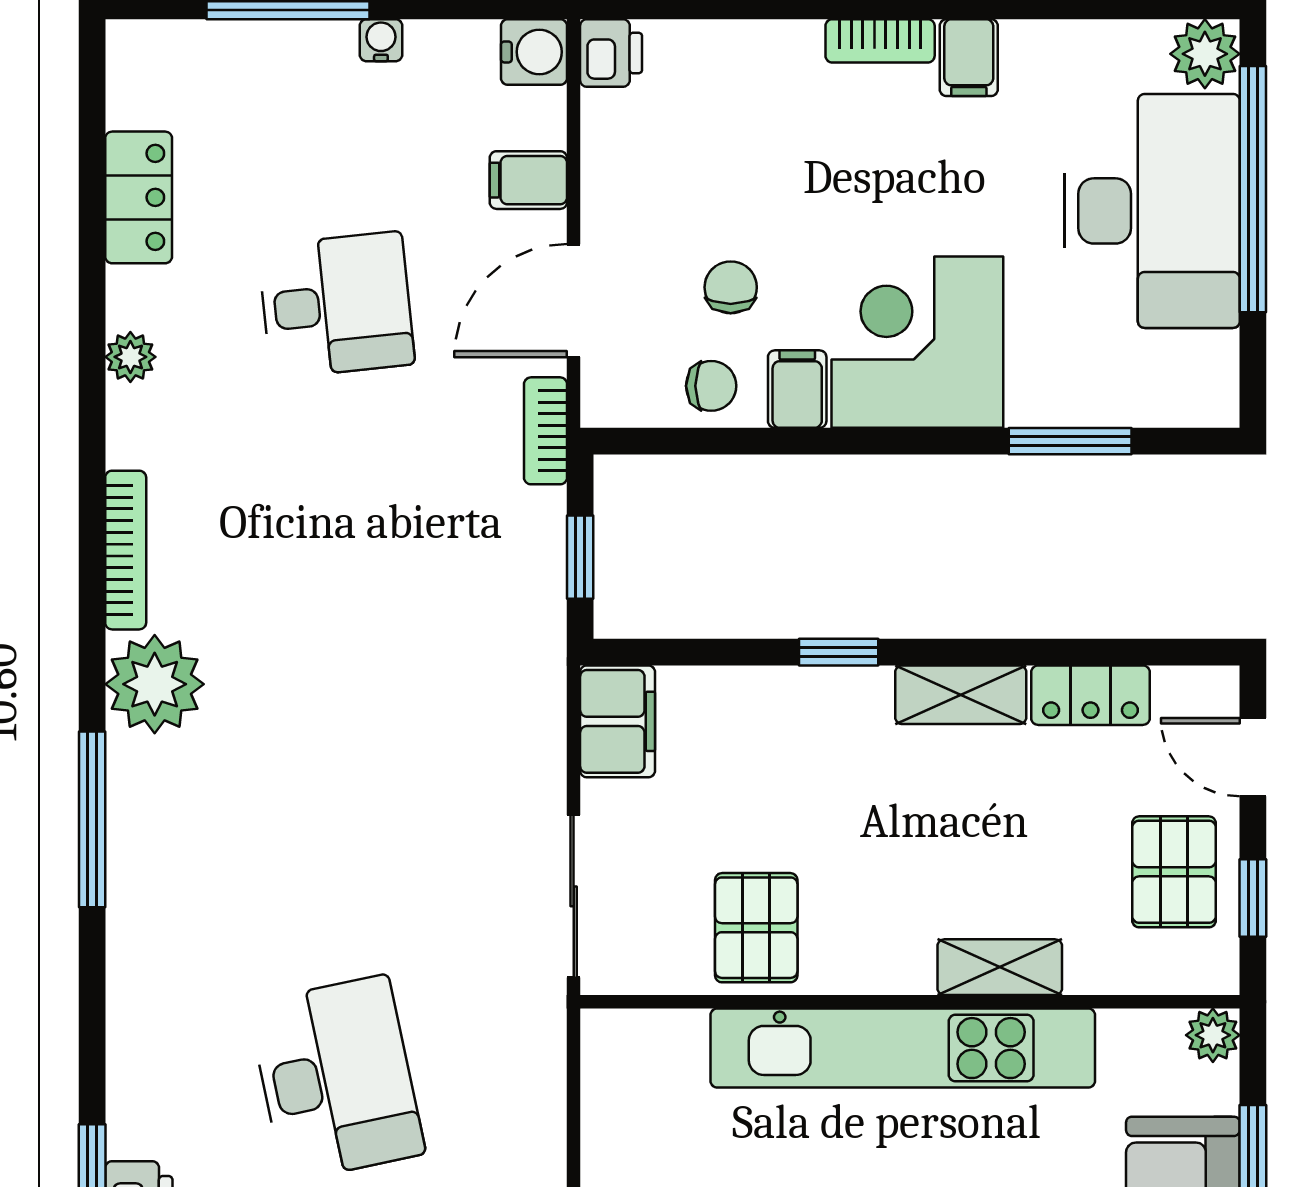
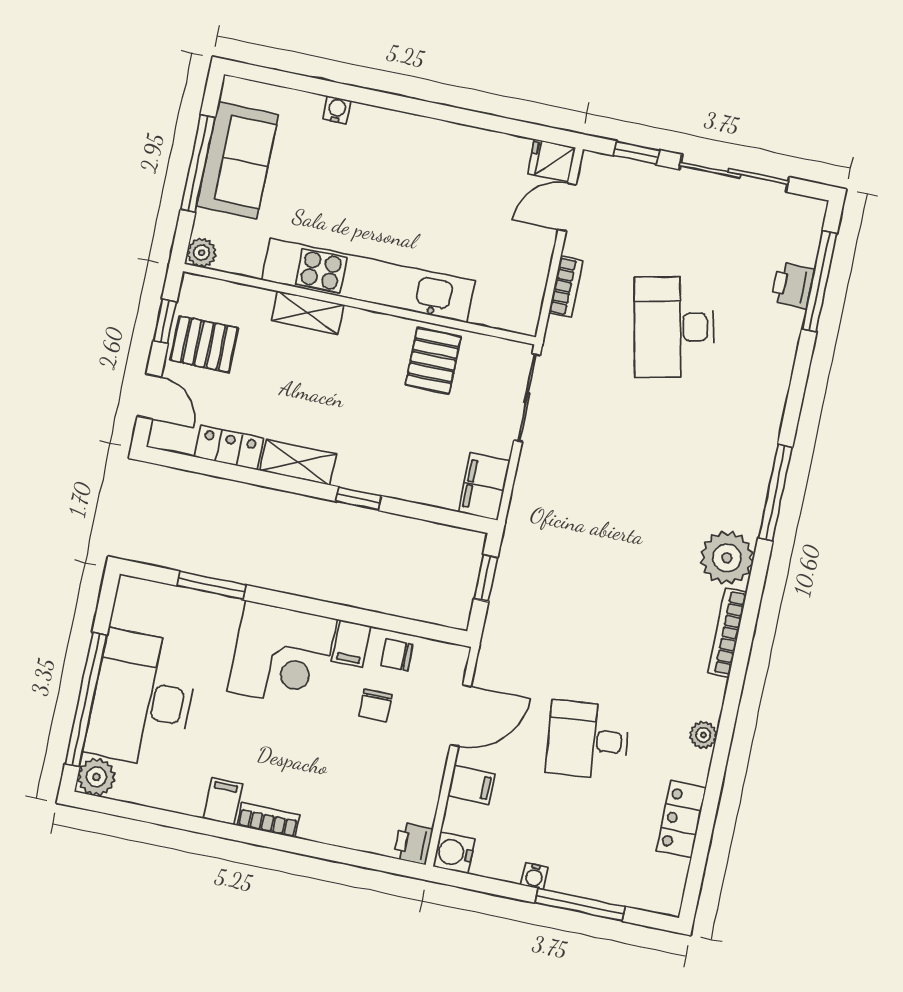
bookcase: (546, 431) -> (566, 287), moved
pallet: (1174, 872) -> (204, 344), turned 90

